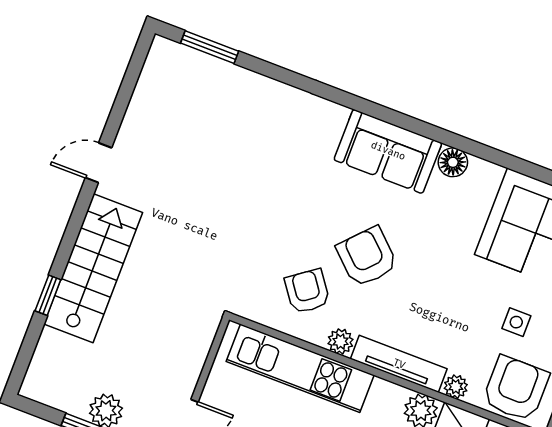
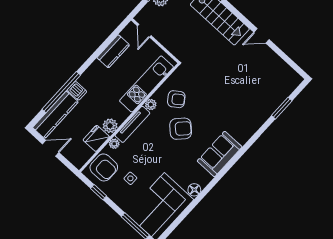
window: (210, 47) -> (282, 108), moved
floor lamp: (453, 162) -> (194, 190), moved
door: (99, 163) -> (261, 36), swing flipped

